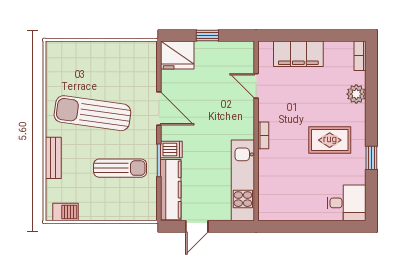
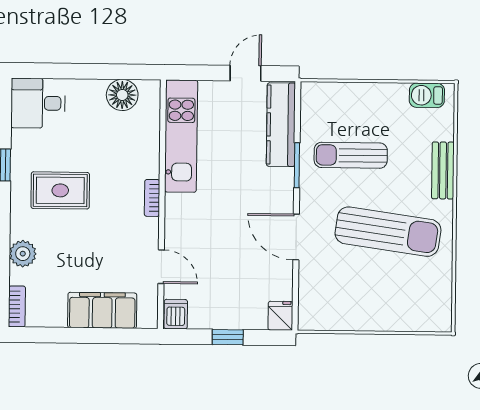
fridge: (177, 55) -> (280, 316), width x0.53, depth x0.75
dishwasher: (171, 149) -> (176, 314), moved, turned 90
floor lamp: (286, 210) -> (122, 95), added

